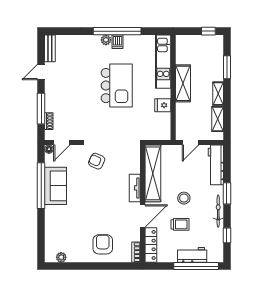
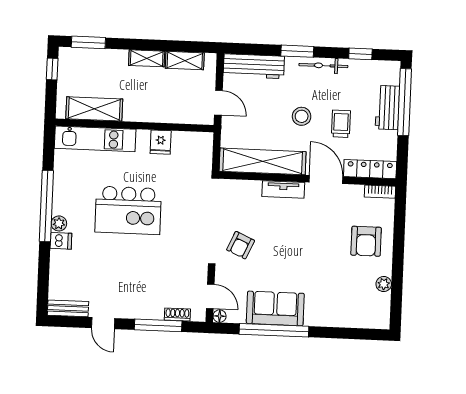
dishwasher: (117, 42) -> (61, 241), moved
window: (227, 67) -> (88, 42), moved
shelving: (183, 83) -> (94, 109), moved
kitchen island: (117, 86) -> (128, 210), turned 180
armchair: (103, 244) -> (366, 241), turned -90
plant: (61, 257) -> (384, 284), moved

